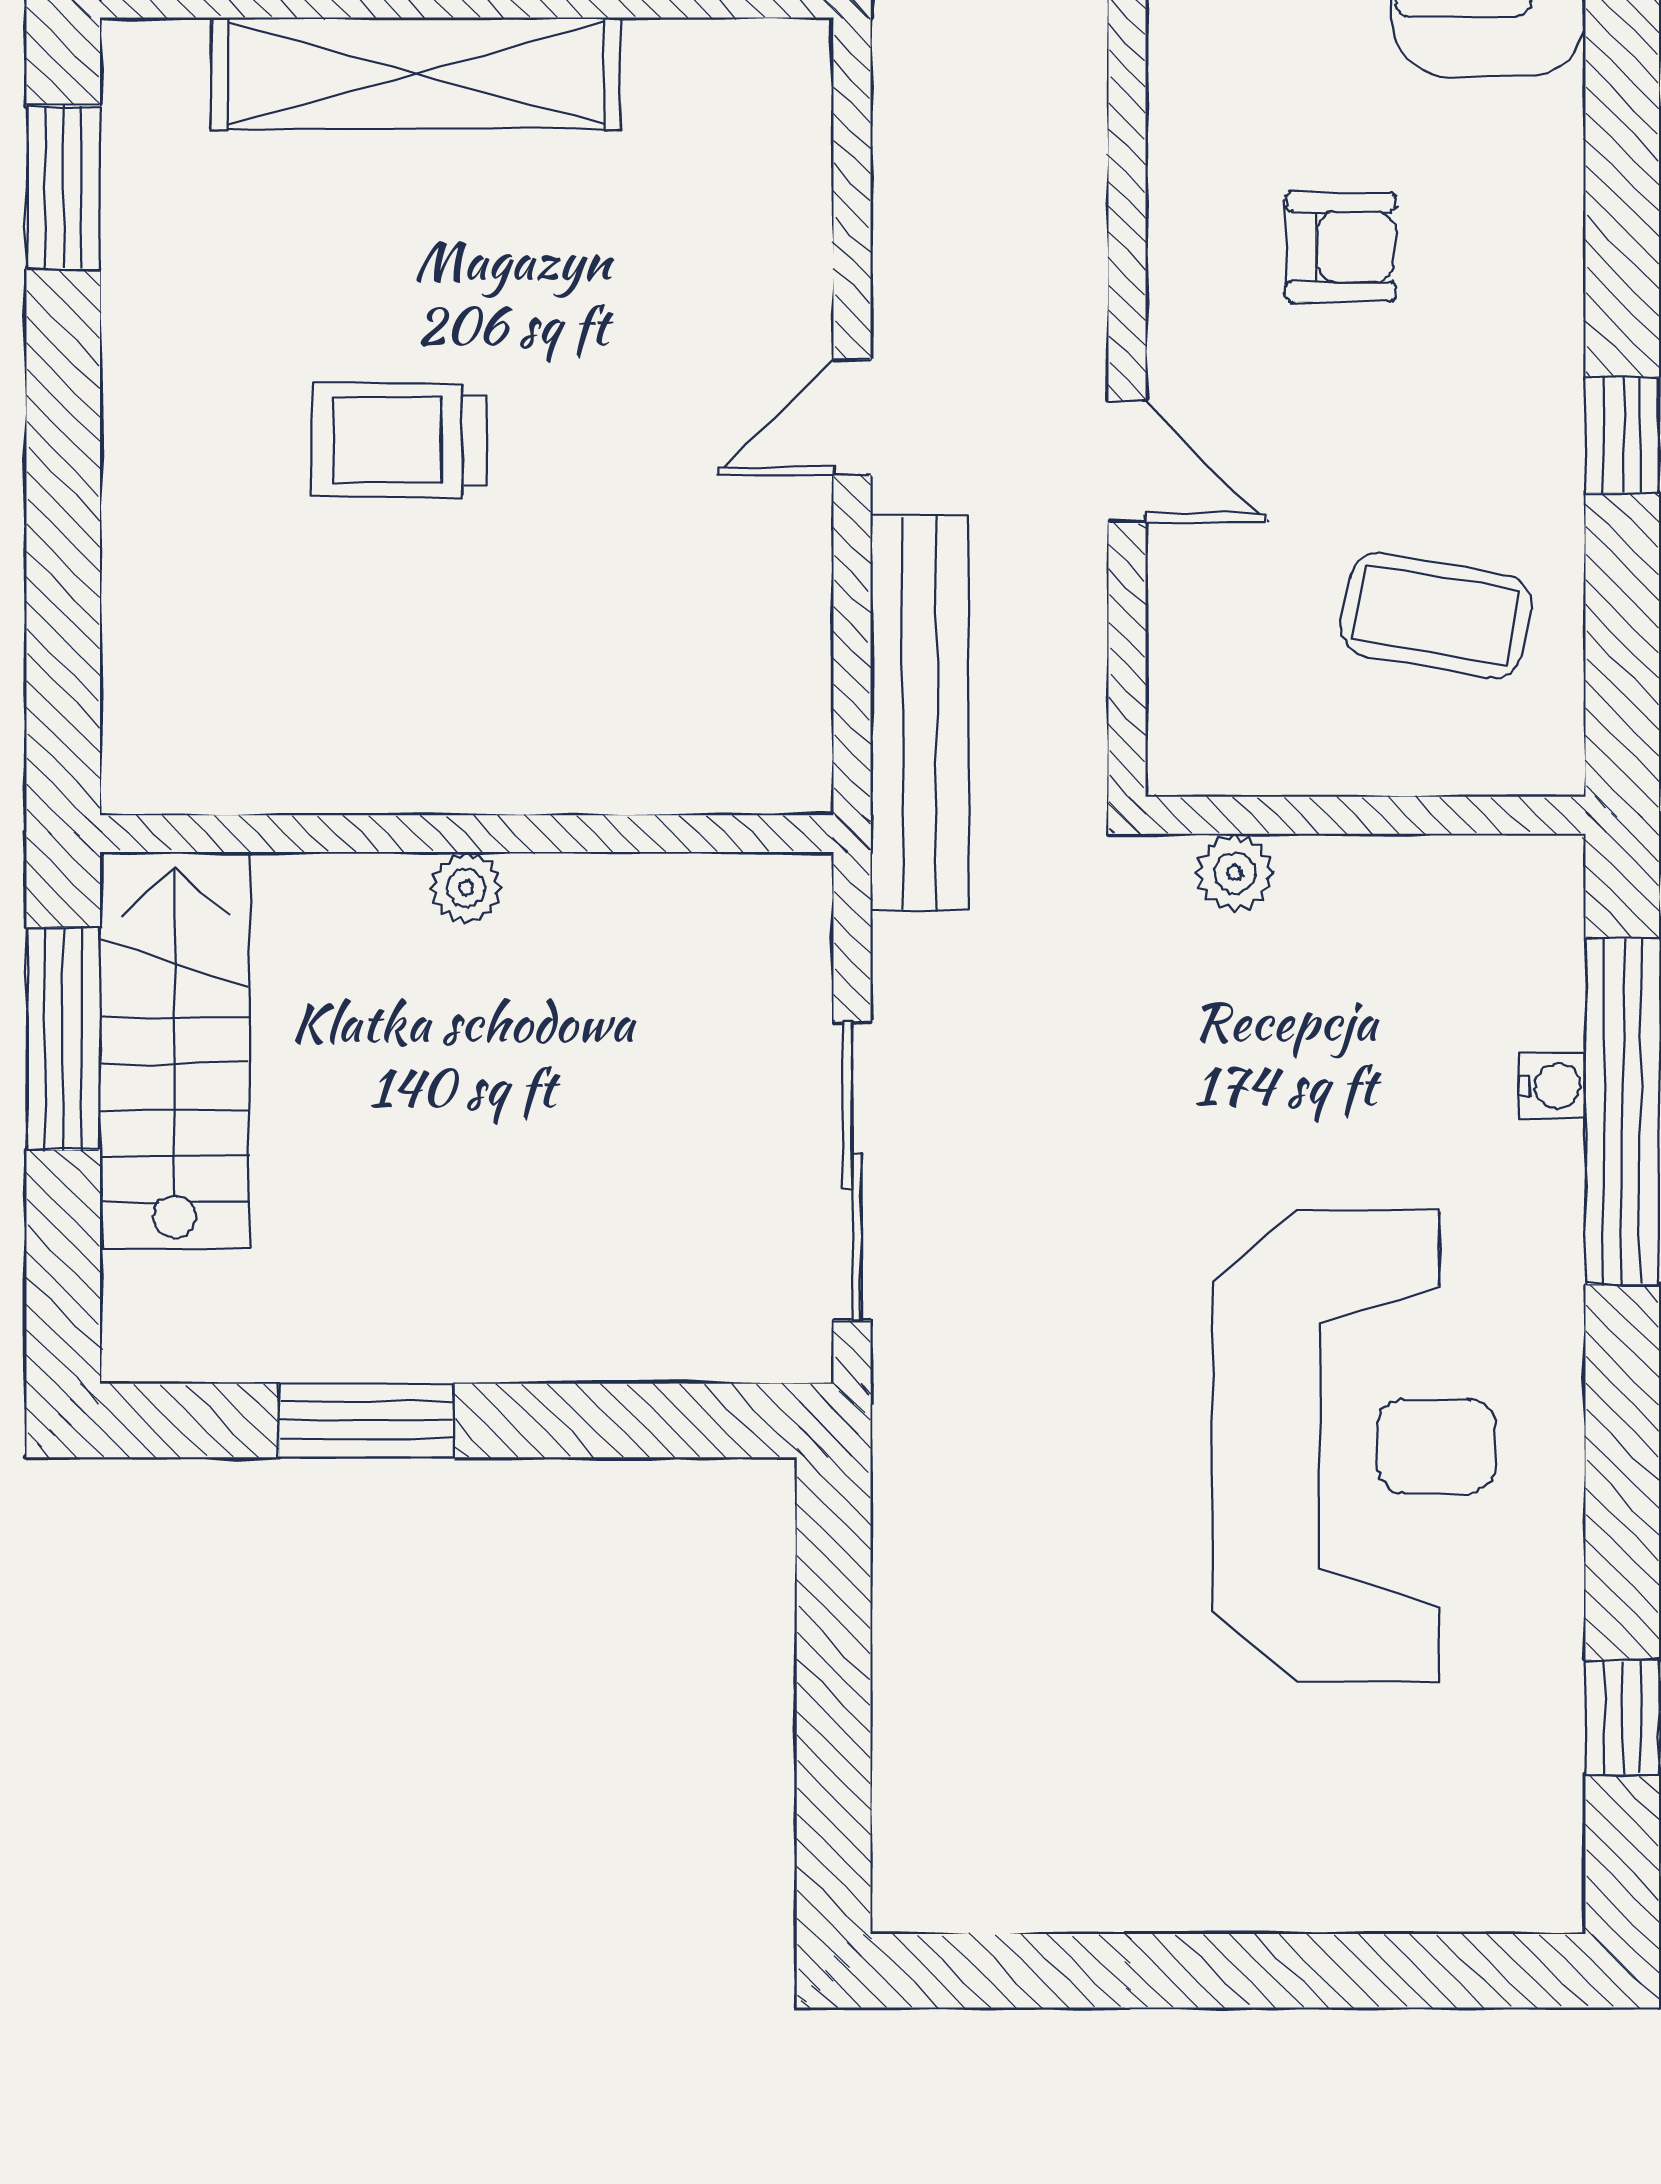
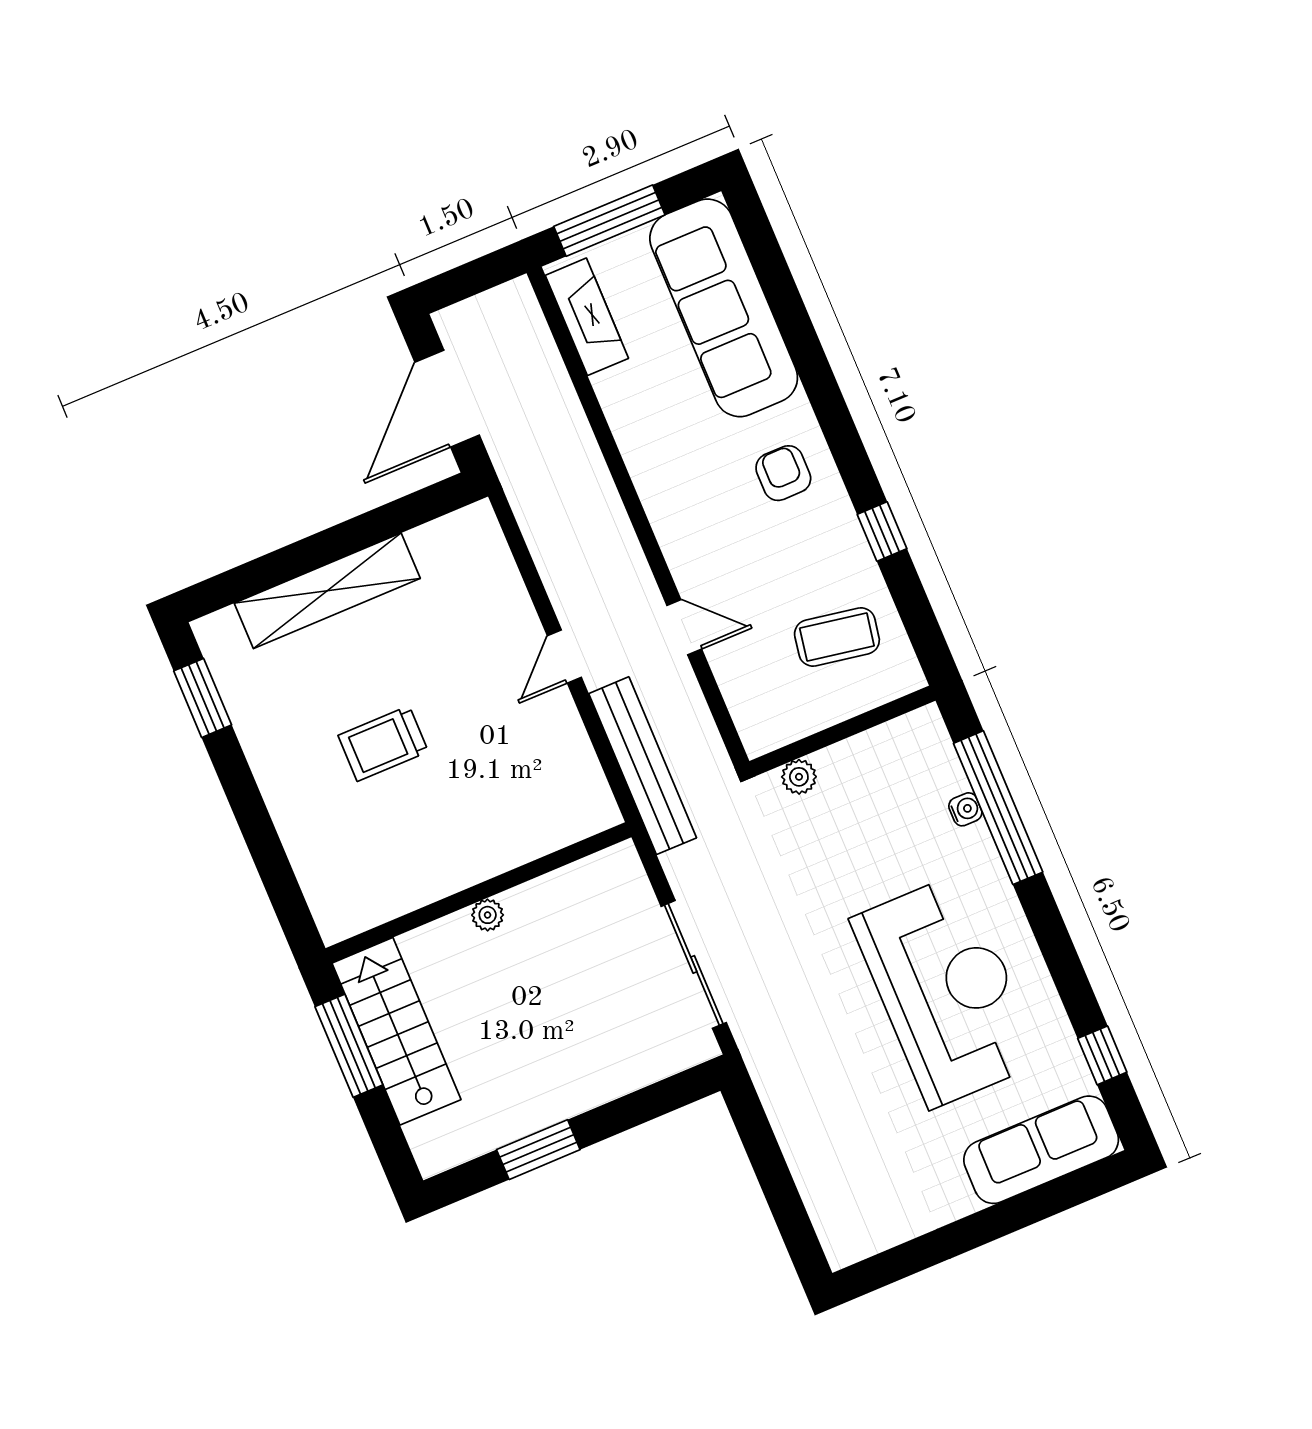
armchair: (1341, 247) -> (783, 473), moved, turned -90
sofa: (1412, 1861) -> (1041, 1150), added

